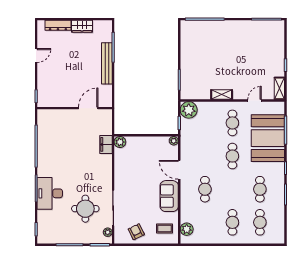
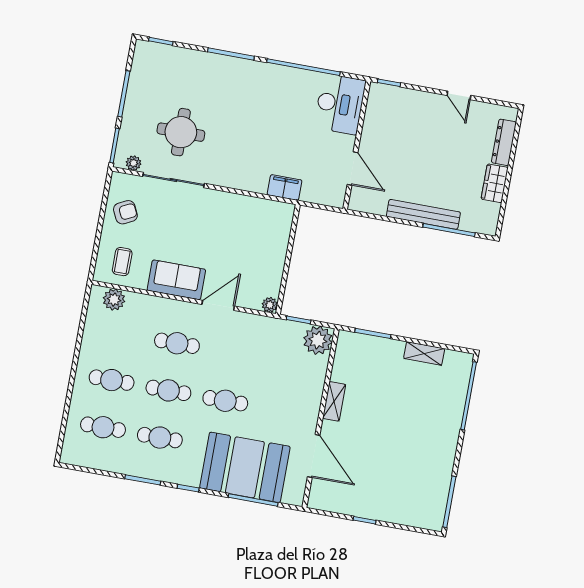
shelving: (279, 88) -> (424, 353), moved
door: (255, 100) -> (314, 456), width x1.88
cafe table: (232, 123) -> (168, 390), moved
plant: (120, 142) -> (284, 212), removed
desk: (50, 193) -> (340, 104), moved, turned 90

